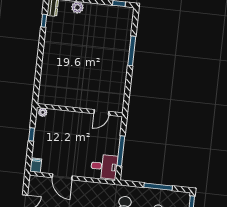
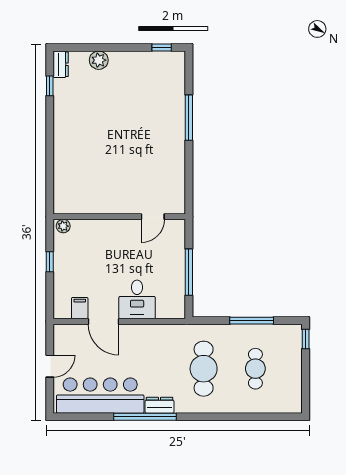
filing cabinet: (36, 165) -> (80, 308), moved
desk: (104, 166) -> (137, 299), moved, turned 90

